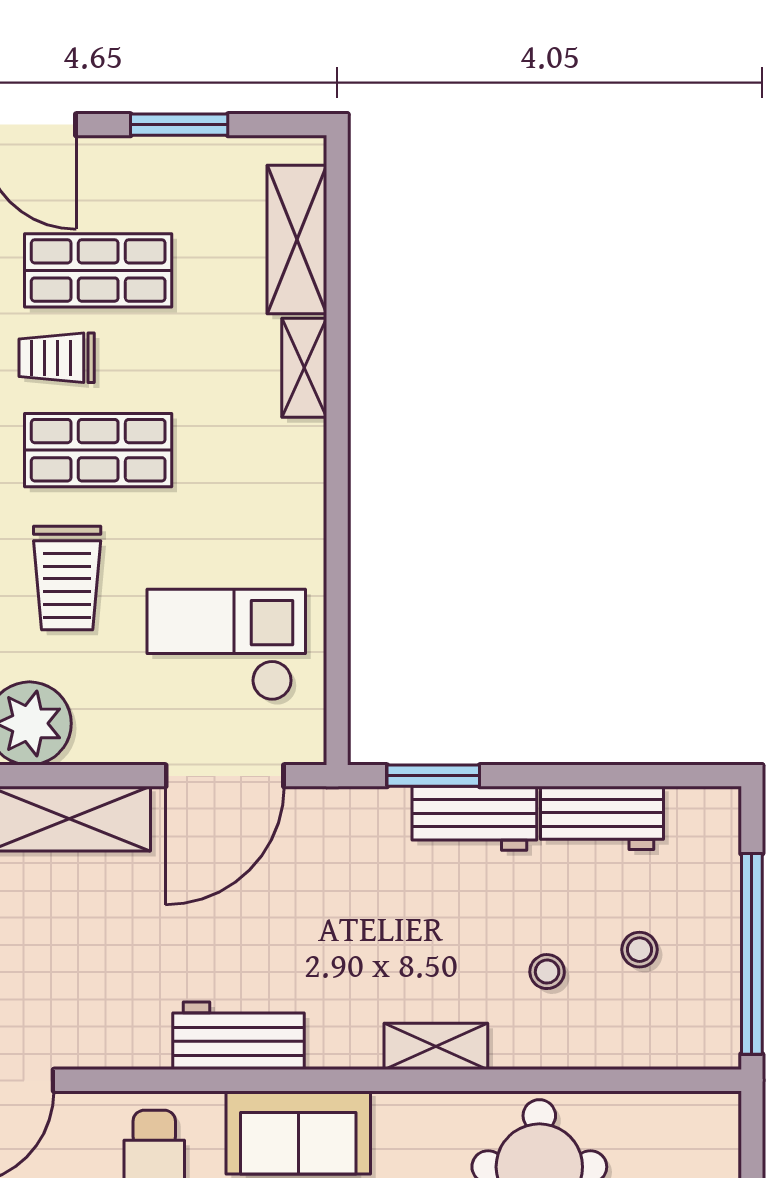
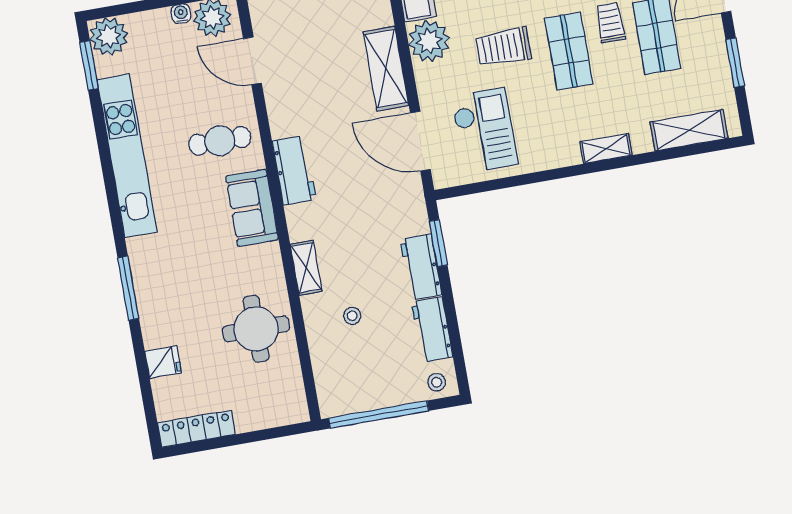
shelving: (304, 368) -> (606, 148), moved
stool: (639, 950) -> (437, 382), moved

